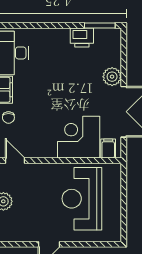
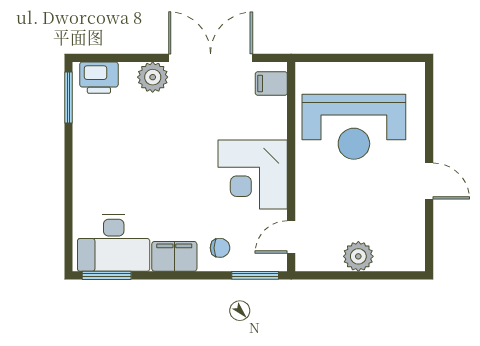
printer: (82, 38) -> (99, 78), moved, turned 90
corner desk: (79, 137) -> (253, 174), moved

